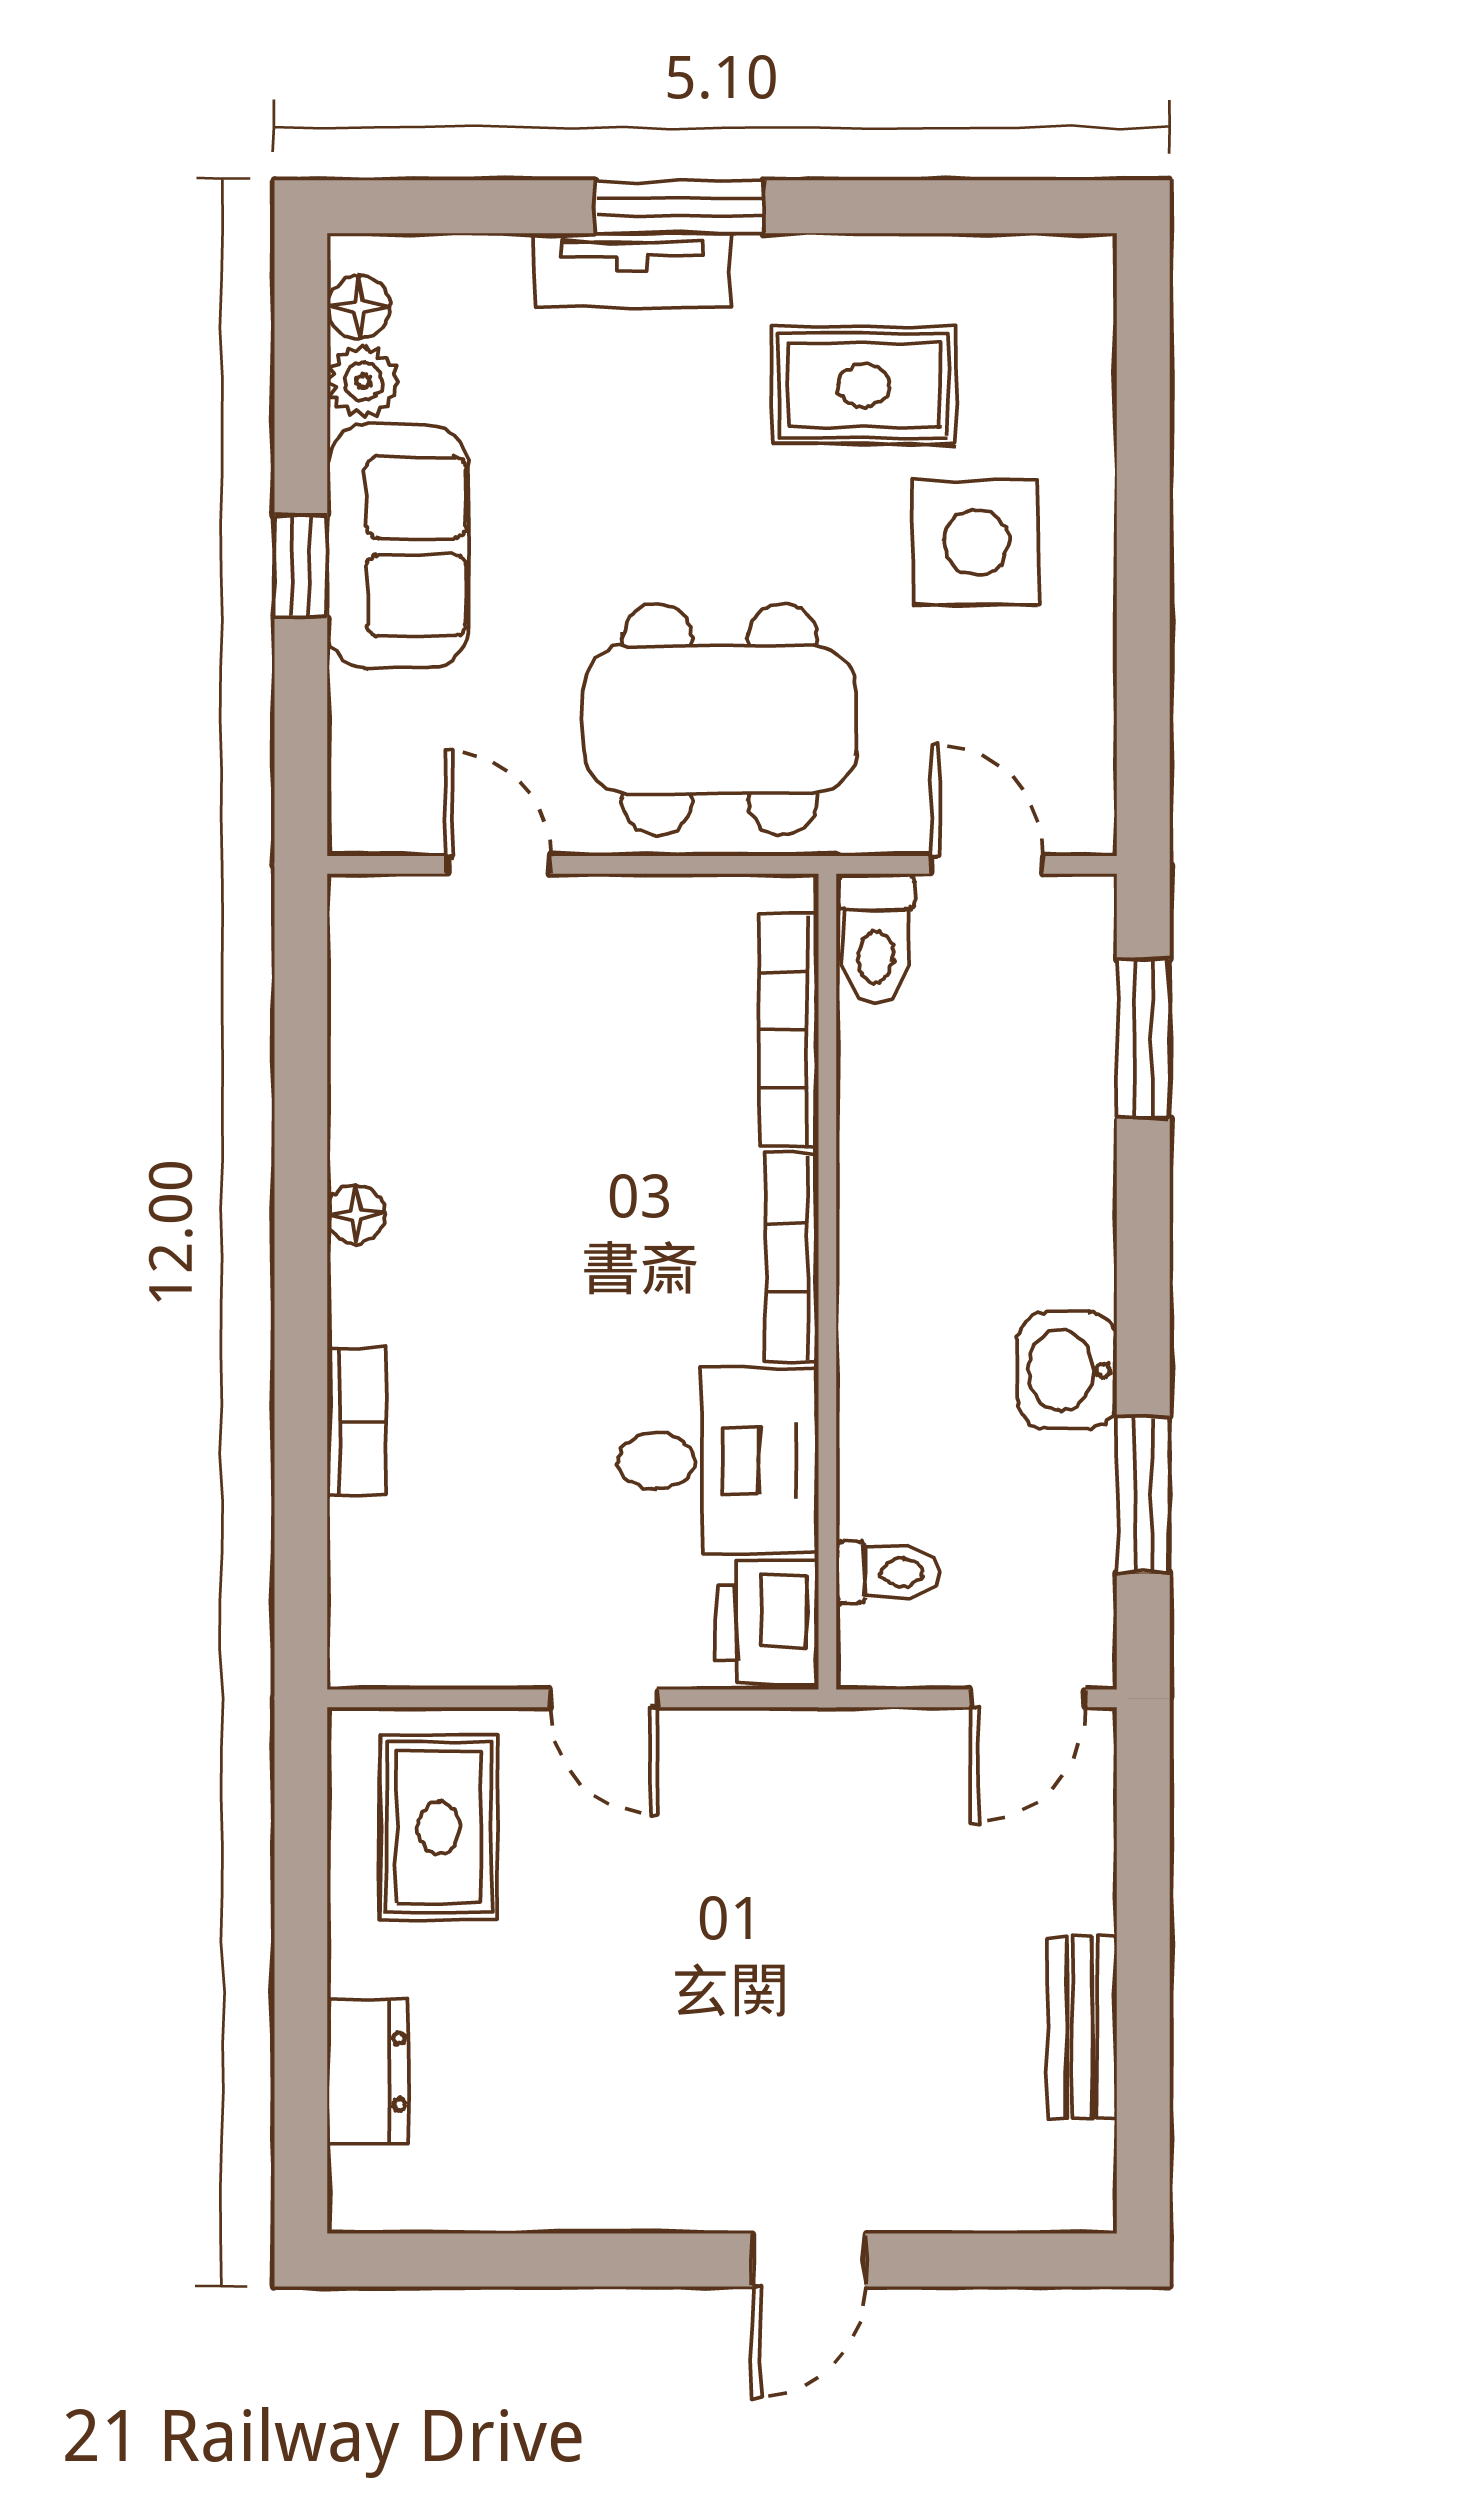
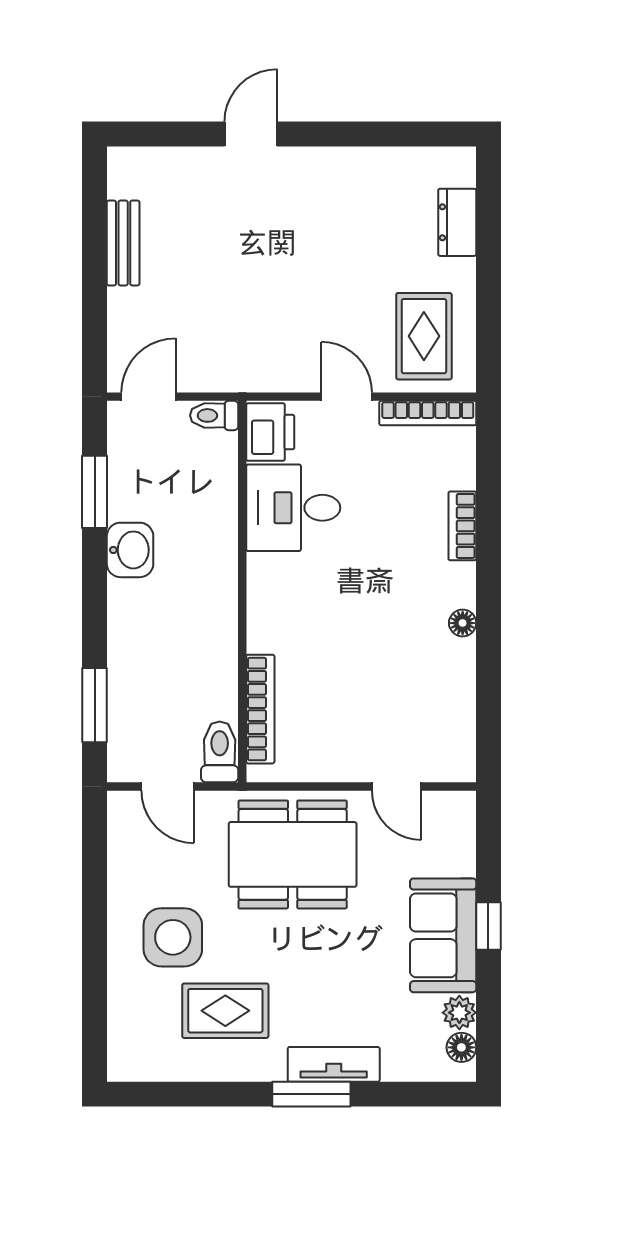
bookcase: (792, 1257) -> (428, 413), moved, turned 90
toilet: (888, 1572) -> (214, 415), moved

